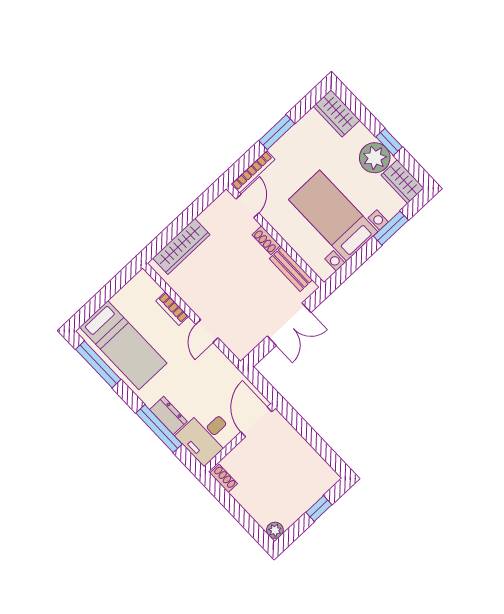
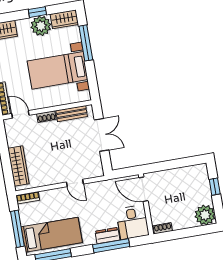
window: (391, 228) -> (86, 43), width x1.44
window: (102, 297) -> (17, 229), added
bookcase: (172, 309) -> (28, 198), moved
plant: (275, 530) -> (205, 215), width x1.88, depth x1.88

